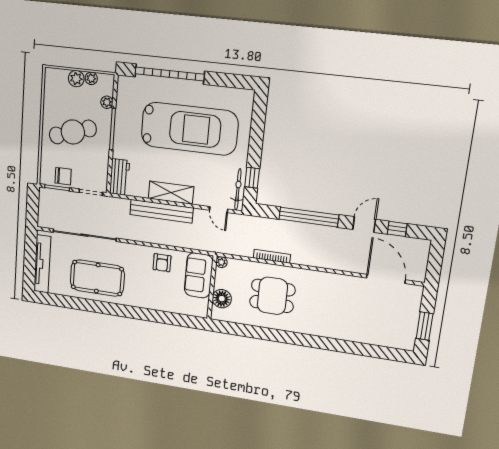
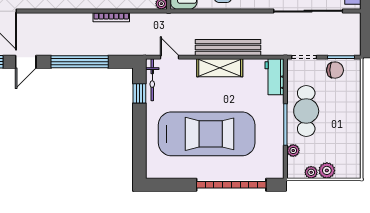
car: (189, 129) -> (207, 134), turned 180
cafe table: (73, 132) -> (306, 111), moved, turned -72
chair: (63, 176) -> (335, 70), turned 180

